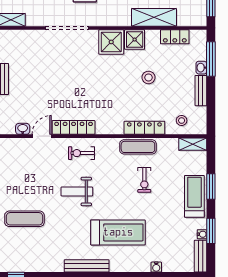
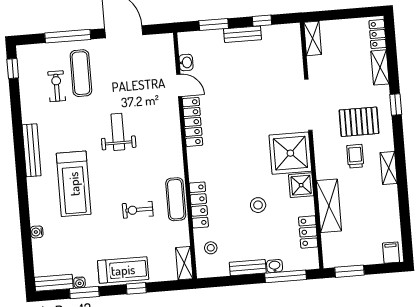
shower: (111, 42) -> (290, 153), width x1.37, depth x1.37
exercise bike: (81, 153) -> (57, 86), moved
window: (211, 187) -> (136, 288), width x0.67

